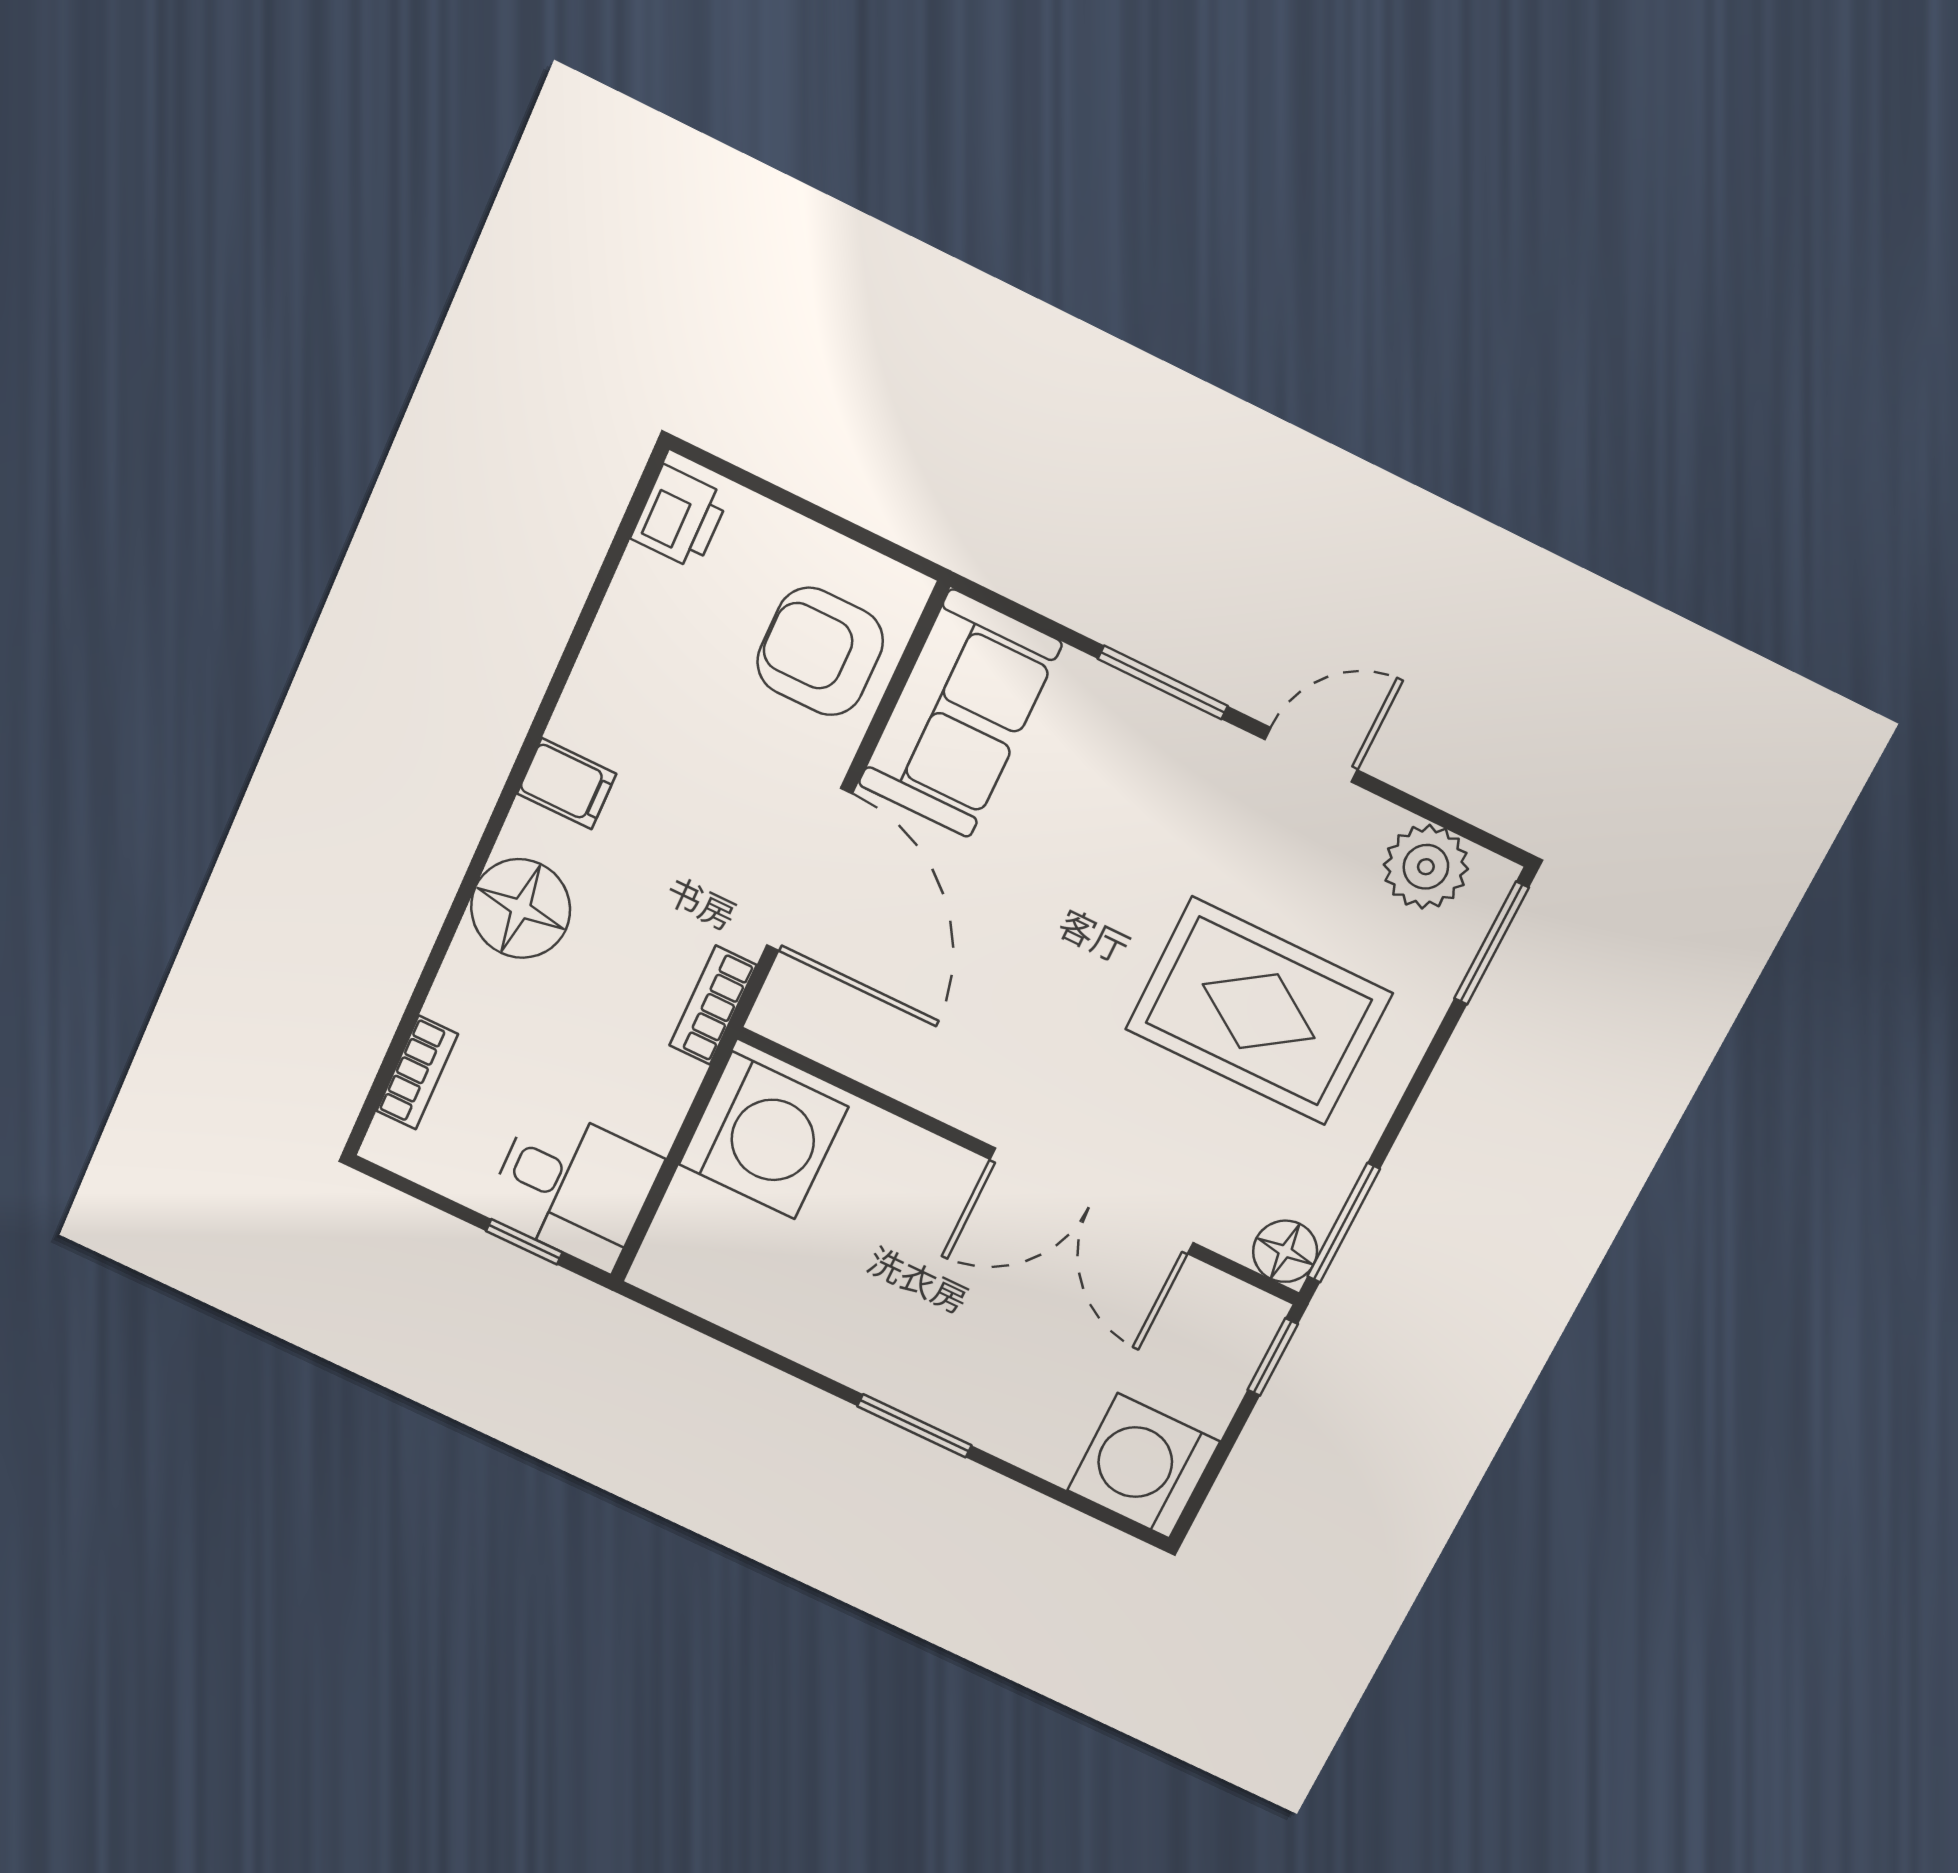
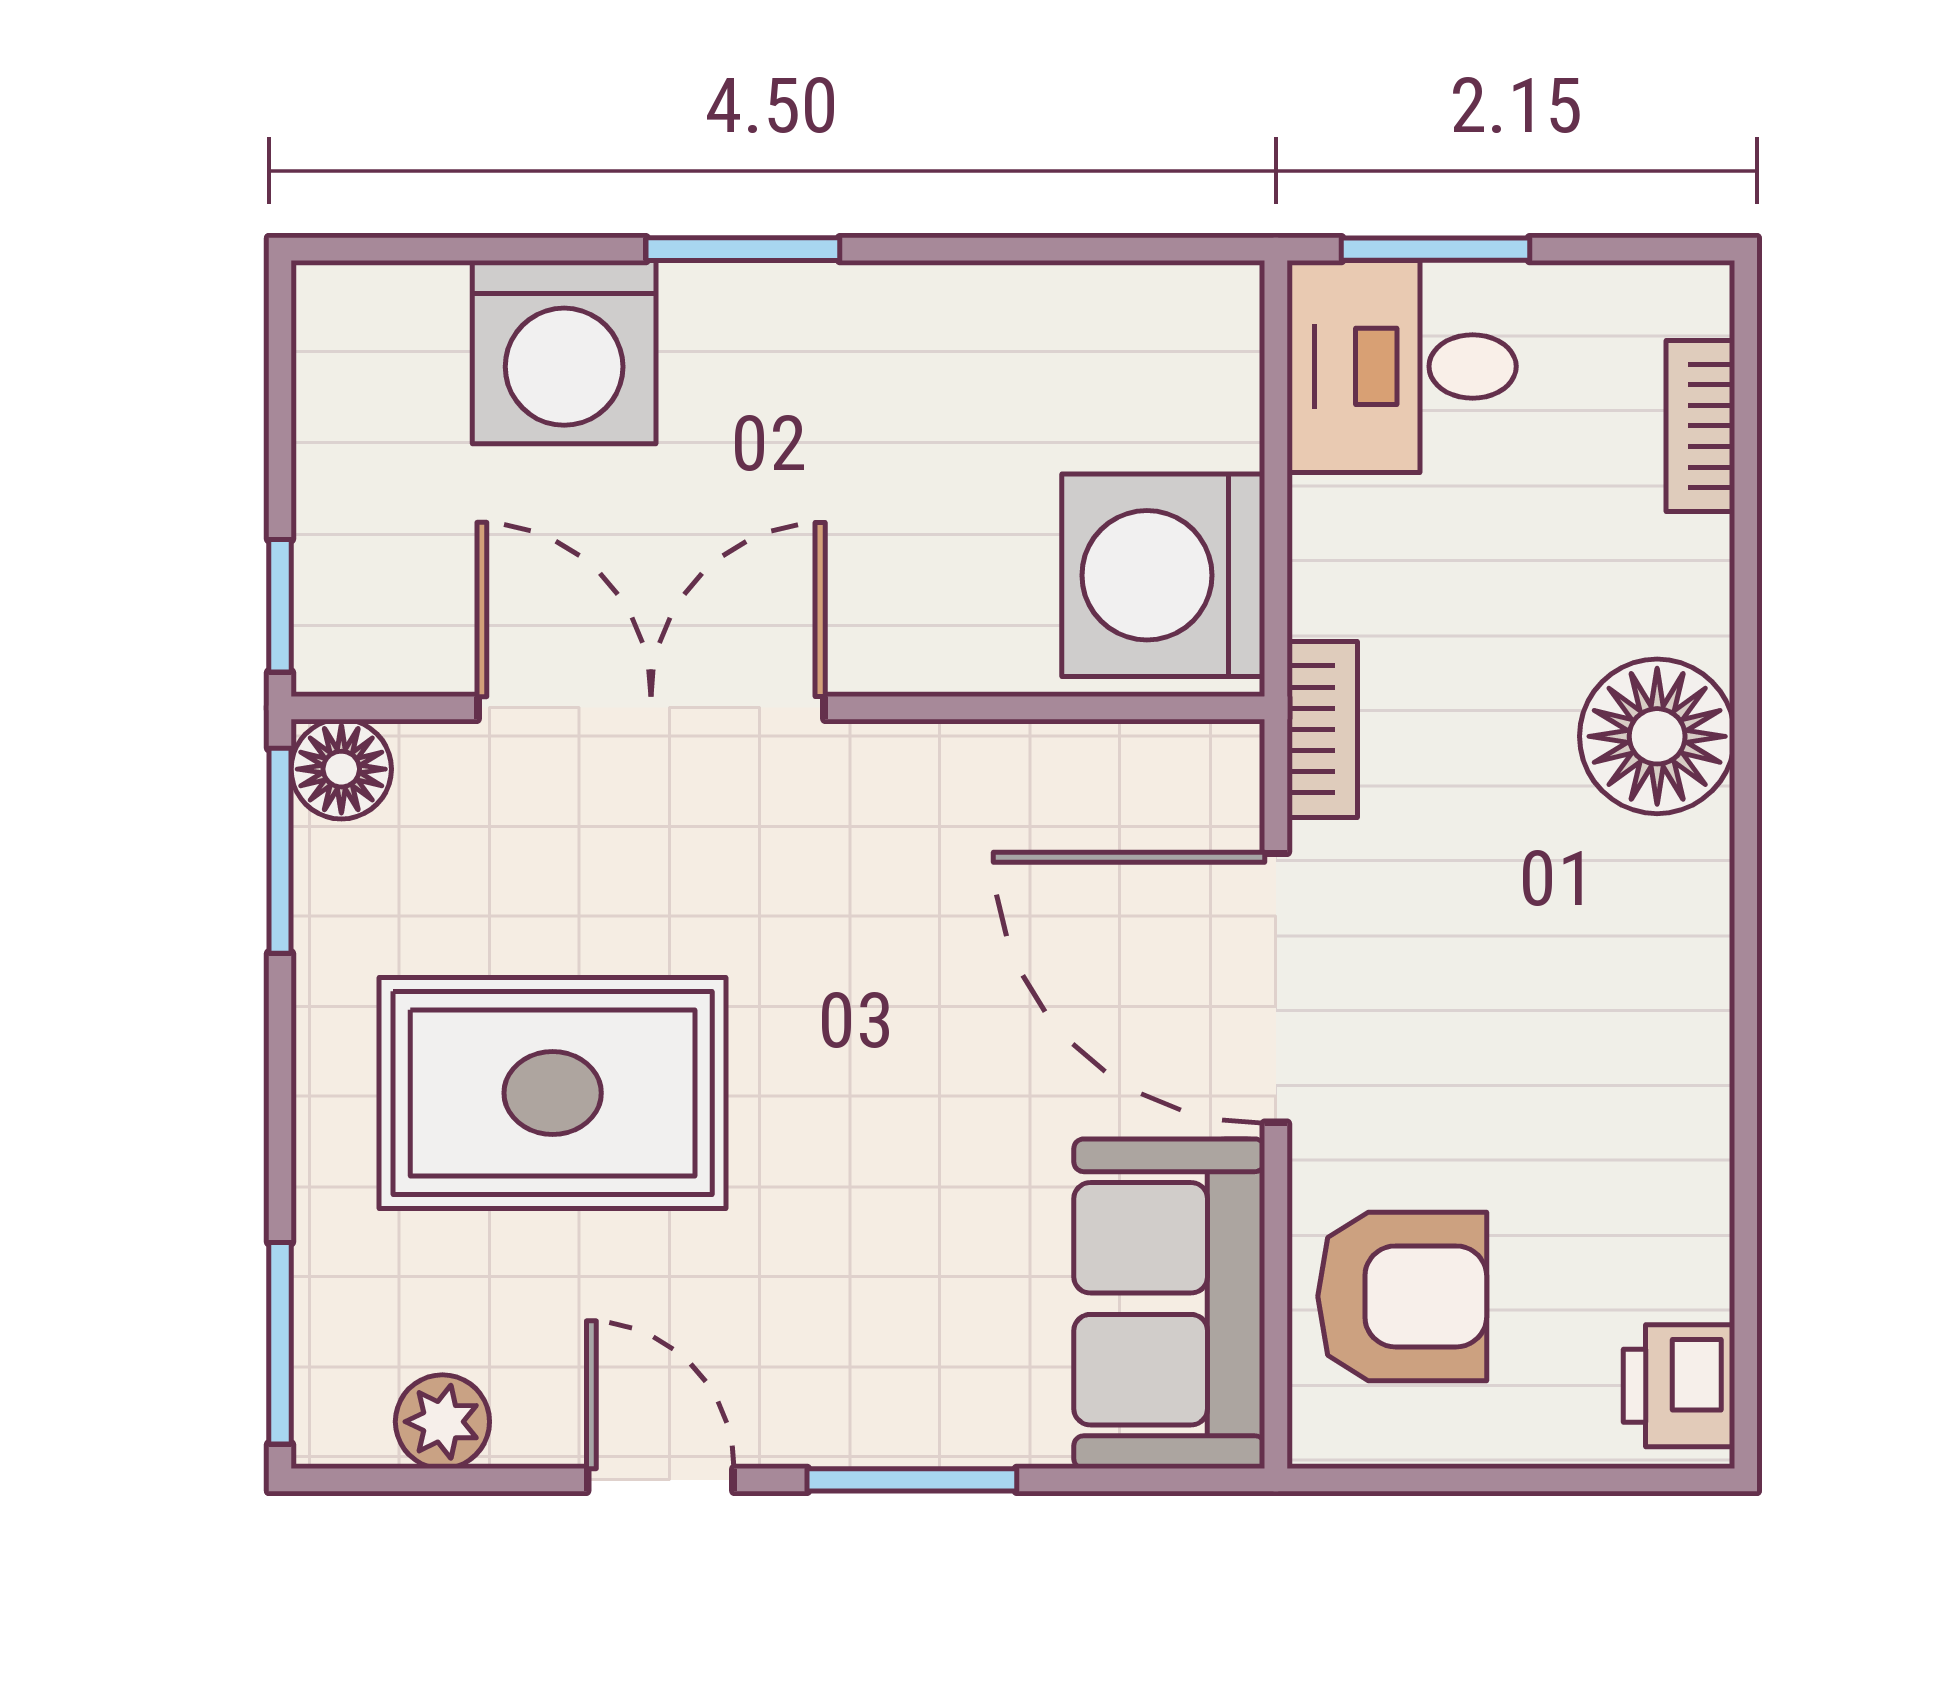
door: (1311, 755) -> (660, 1480), swing flipped
filing cabinet: (567, 784) -> (1671, 945), removed
plant: (1426, 867) -> (442, 1422), width x0.73, depth x0.73
window: (524, 1242) -> (1435, 249), width x1.50
washing machine: (1143, 1466) -> (564, 352), moved, turned 90

